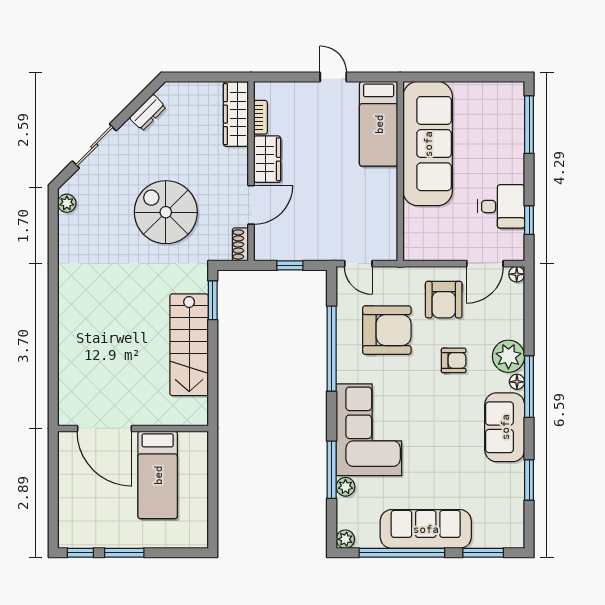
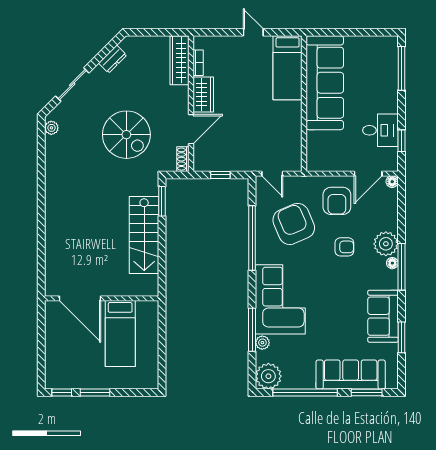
spiral stairs: (166, 212) -> (126, 135), turned 180
armchair: (387, 330) -> (294, 224), turned -113
sofa: (505, 427) -> (383, 316), moved
sofa: (426, 529) -> (351, 375), moved
plant: (345, 539) -> (268, 376), width x1.88, depth x1.88

